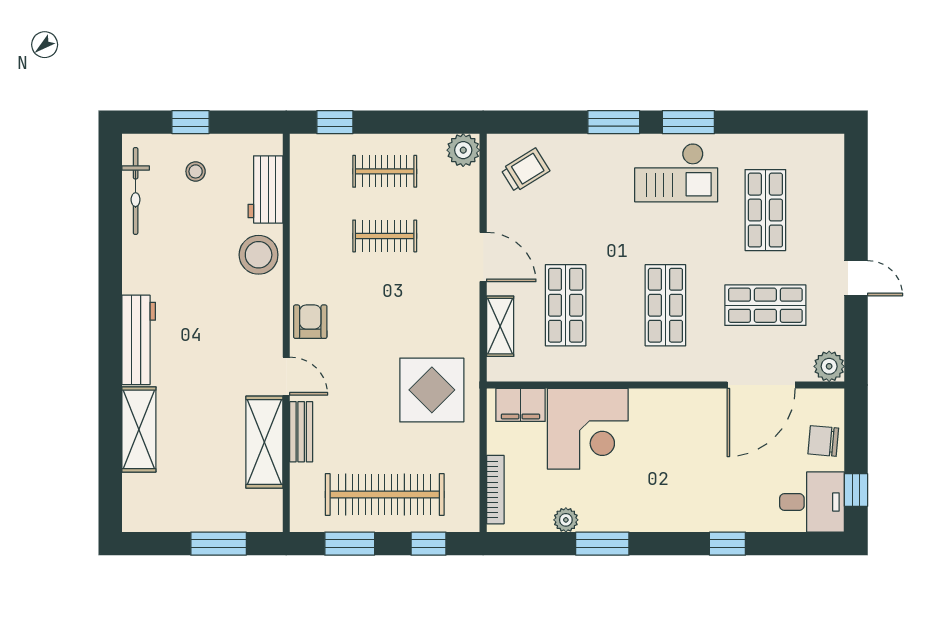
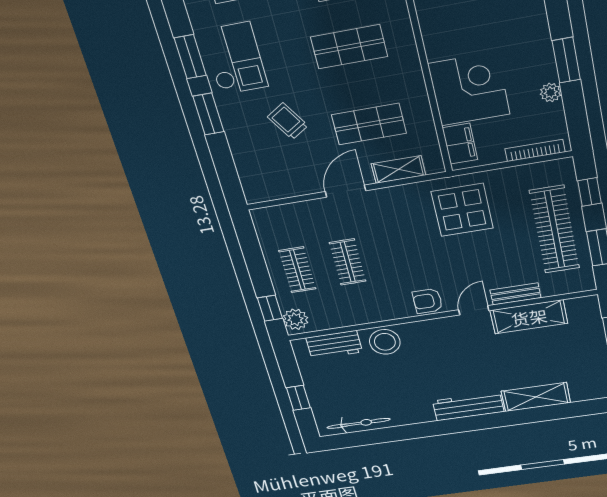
plant: (463, 150) -> (296, 319), moved
trolley: (525, 170) -> (288, 121), moved
stool: (196, 171) -> (334, 390), removed

